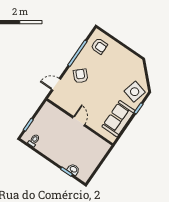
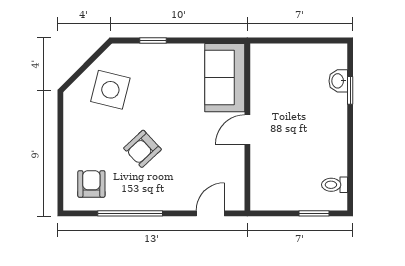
armchair: (81, 76) -> (142, 149), moved
door: (56, 84) -> (210, 213), swing flipped
side table: (135, 92) -> (110, 90), moved
sofa: (118, 119) -> (225, 78), moved, turned 90

